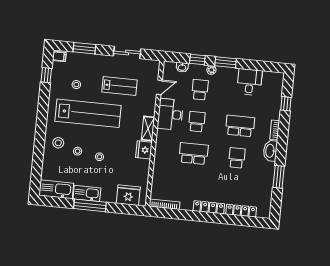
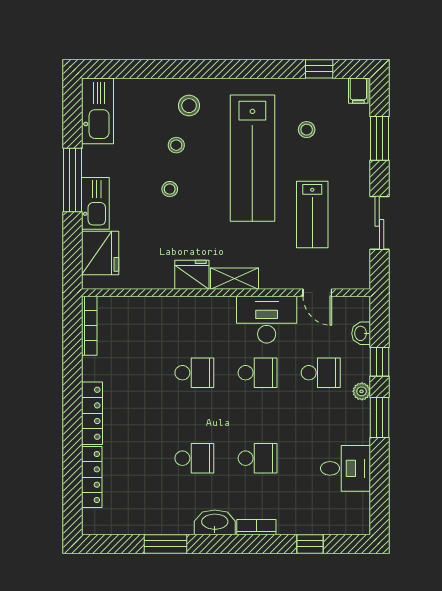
school desk: (240, 126) -> (258, 458), width x0.54
school desk: (194, 154) -> (194, 373), width x0.54
kitchen sink: (87, 193) -> (95, 203), moved

